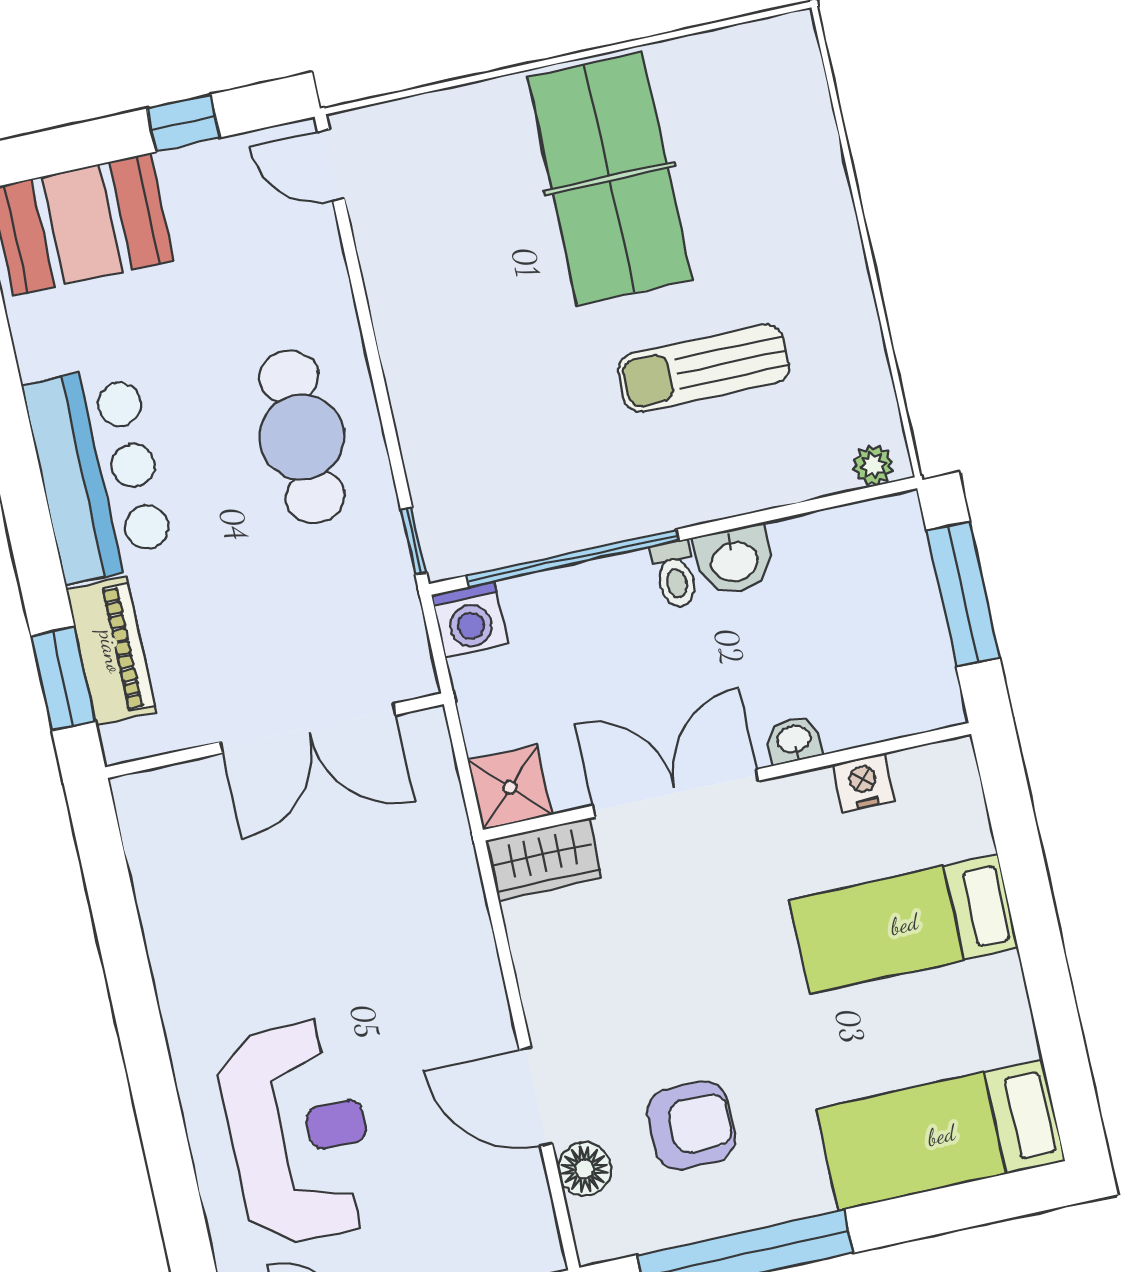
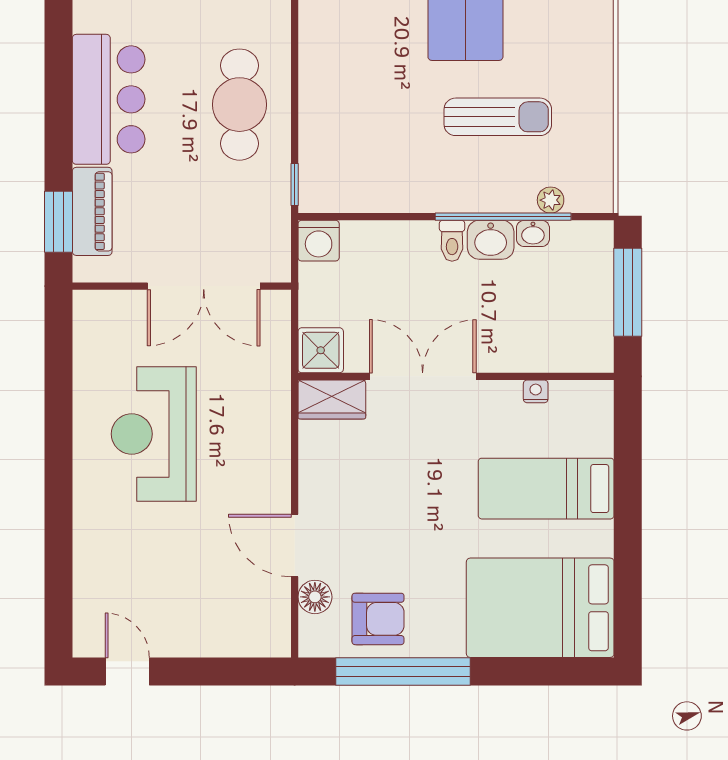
sun lounger: (704, 368) -> (498, 117), turned 180
plant: (873, 465) -> (551, 200), moved
window: (573, 558) -> (503, 217), moved
washbasin: (794, 740) -> (533, 233), moved, turned 180
nightstand: (863, 783) -> (536, 391), width x0.72, depth x0.74
armchair: (691, 1126) -> (378, 619), moved
reception desk: (298, 1133) -> (154, 434), moved, turned 180
bed: (941, 1135) -> (540, 608), width x1.50

